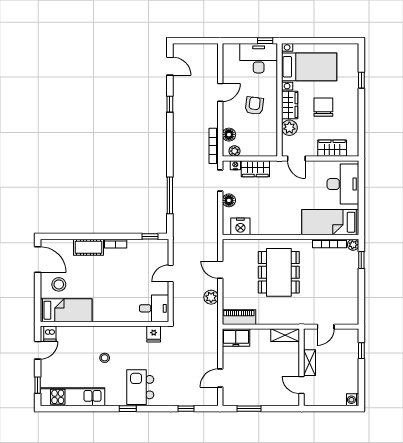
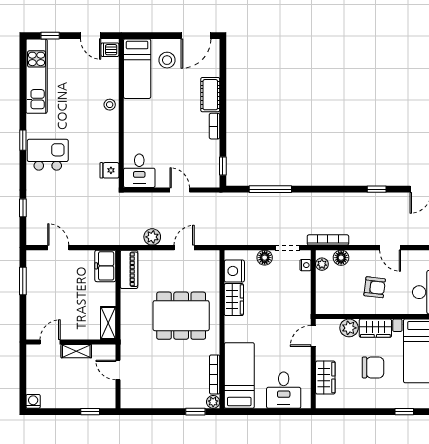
wardrobe: (255, 169) -> (234, 300), moved, turned 180
desk: (343, 184) -> (284, 390), width x0.73
stool: (105, 358) -> (110, 105), moved

